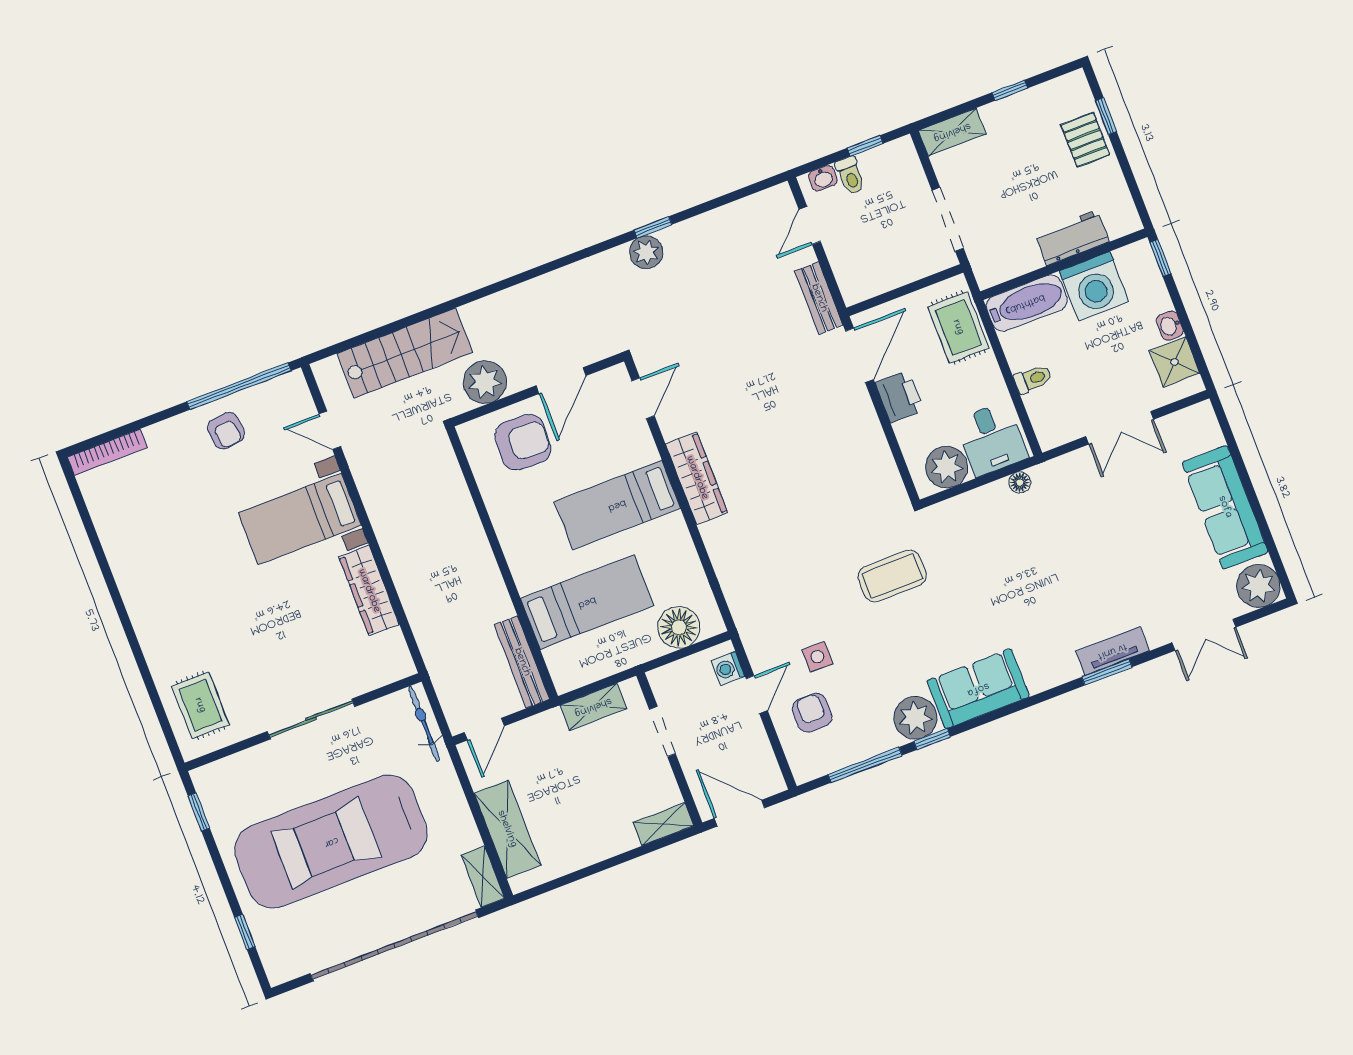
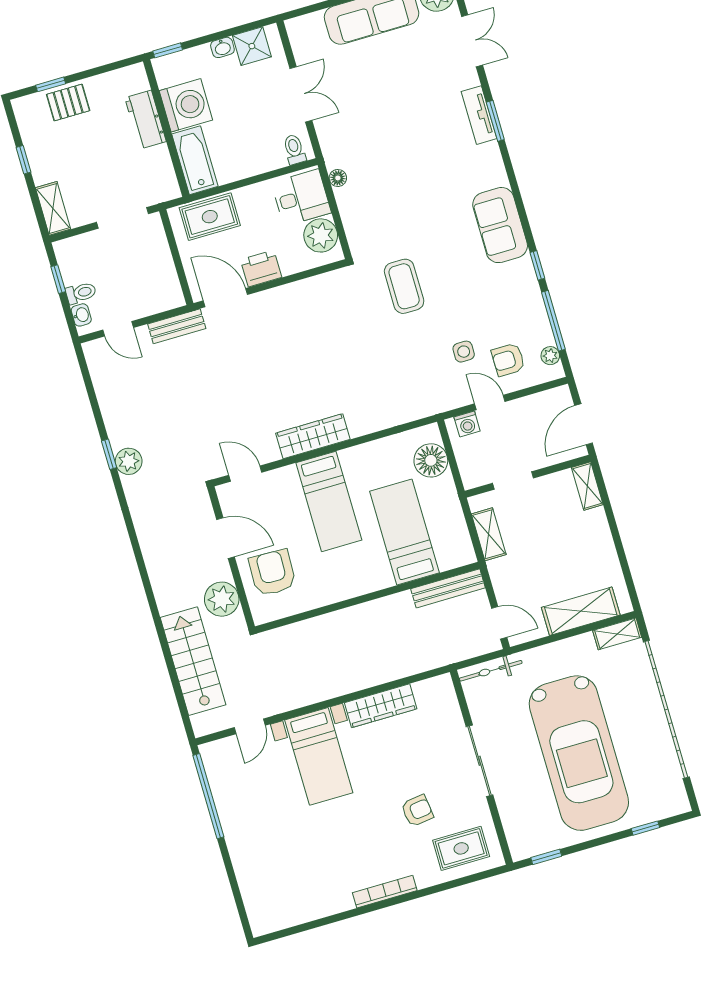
toilet: (1033, 379) -> (294, 149), moved
armchair: (226, 431) -> (417, 811), moved
bookcase: (107, 452) -> (385, 892), moved, turned -90
plant: (915, 718) -> (550, 356), moved, width x0.53, depth x0.53

